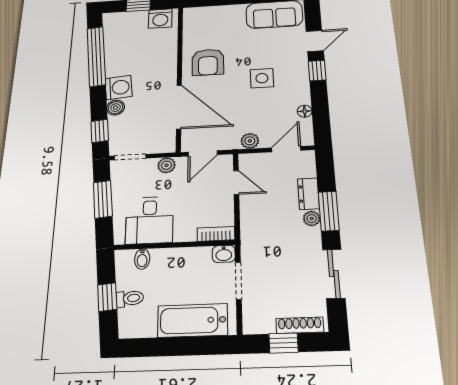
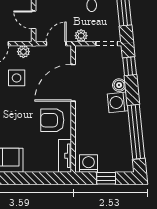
tv unit: (191, 25) -> (65, 156), added
armchair: (208, 62) -> (52, 120), turned -90
side table: (262, 78) -> (17, 78), moved
door: (179, 107) -> (73, 83), hinge flipped

